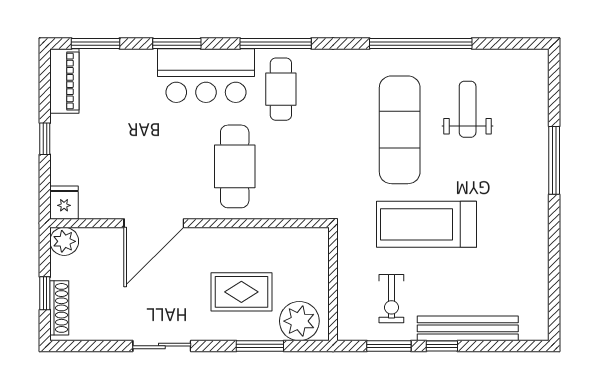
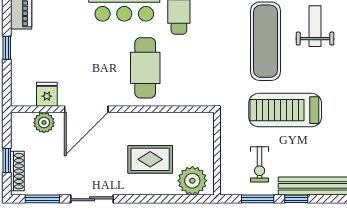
fridge: (64, 203) -> (47, 94), moved
plant: (64, 241) -> (44, 123), moved
window: (260, 346) -> (42, 199), moved

